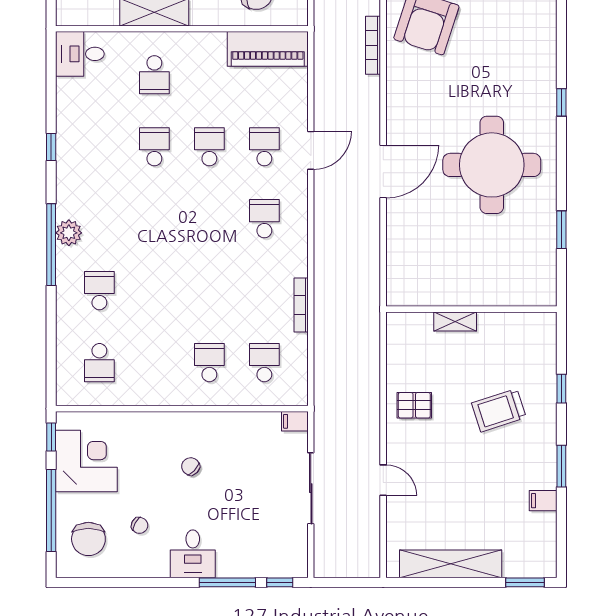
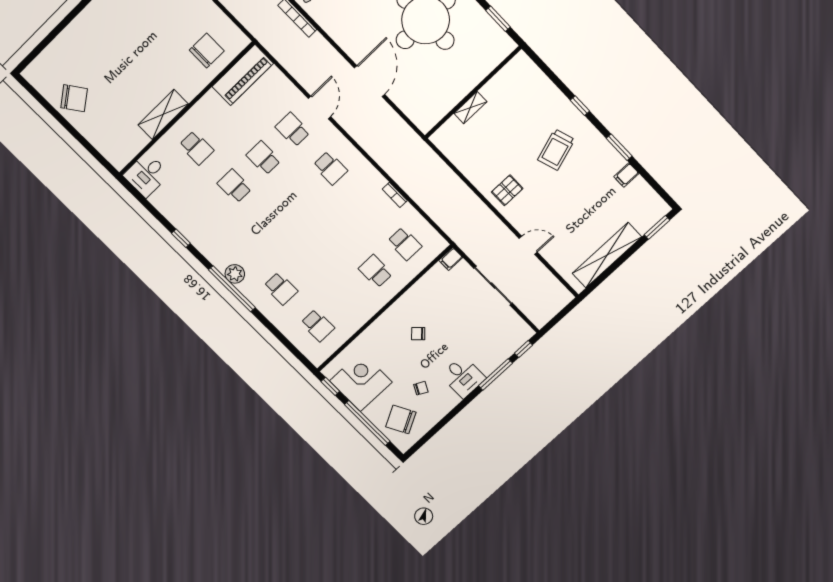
school desk: (264, 219) -> (330, 168), turned 180
school desk: (99, 291) -> (281, 289), turned 180
bookcase: (301, 305) -> (395, 195), width x0.64
wall: (471, 309) -> (473, 92), moved
shelving: (455, 321) -> (470, 108), moved
school desk: (264, 363) -> (405, 244), turned 180
chair: (88, 539) -> (401, 419), turned 152

